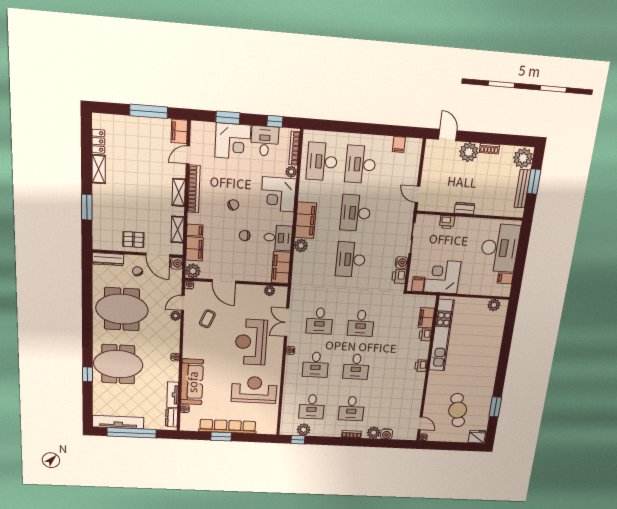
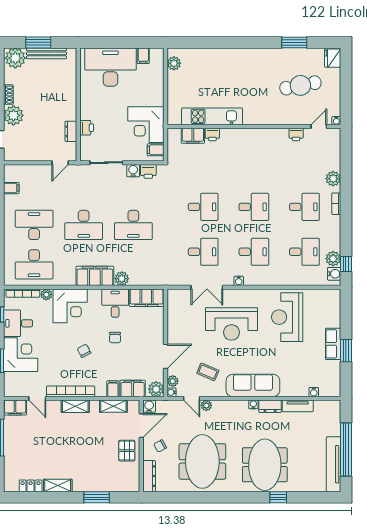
desk: (360, 165) -> (34, 225), turned 180
dresser: (464, 208) -> (71, 131), moved
plant: (270, 291) -> (173, 381), moved
kitchen unit: (442, 335) -> (212, 116), width x0.73
printer: (421, 366) -> (296, 134), moved
sofa: (192, 382) -> (253, 385), moved
dresser: (172, 418) -> (270, 406), moved
row of seats: (228, 426) -> (333, 344), width x0.50
water cooler: (387, 434) -> (334, 274), moved

